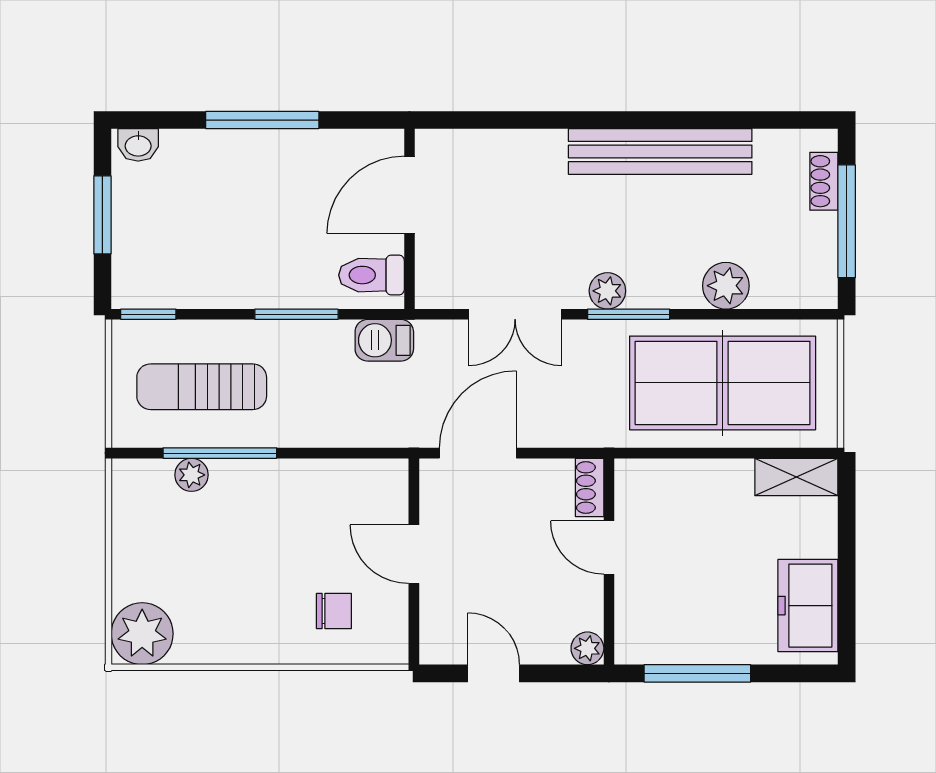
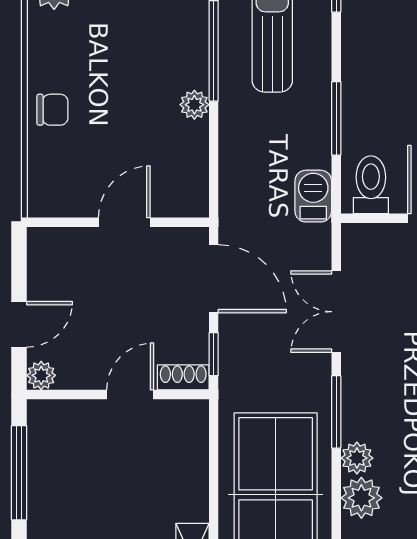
plant: (607, 291) -> (357, 458), moved
window: (563, 453) -> (214, 354), added
plant: (192, 475) -> (194, 105), moved
chair: (334, 611) -> (52, 110), moved, turned -90
door: (493, 673) -> (19, 324), moved

